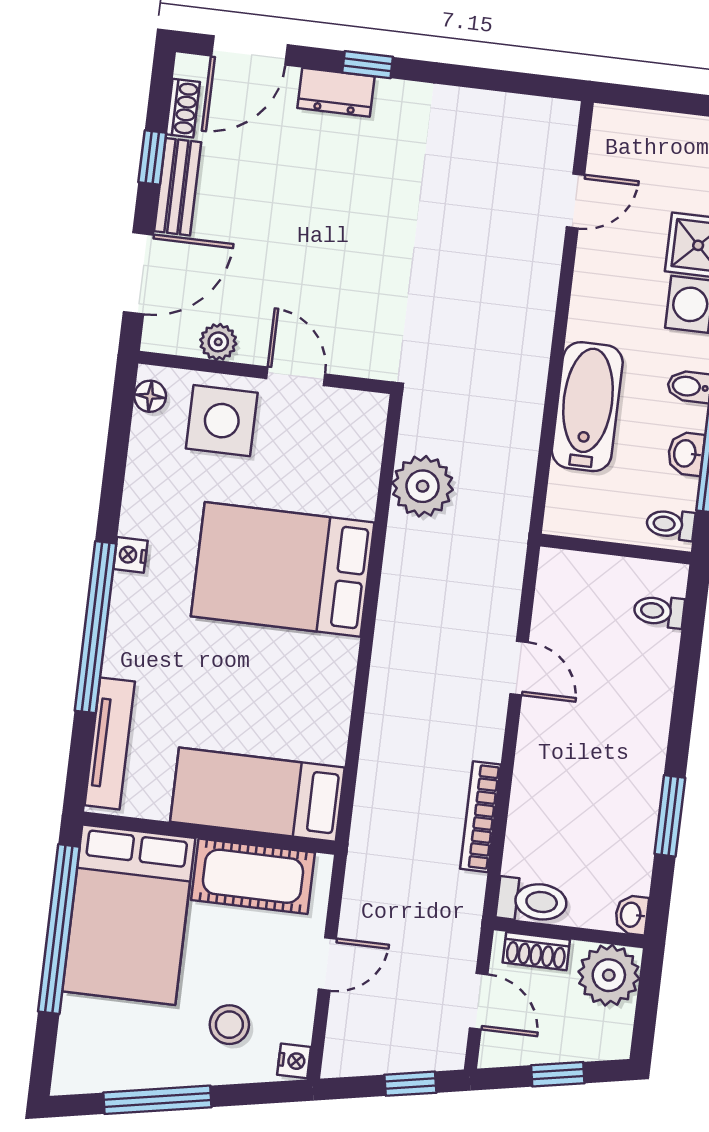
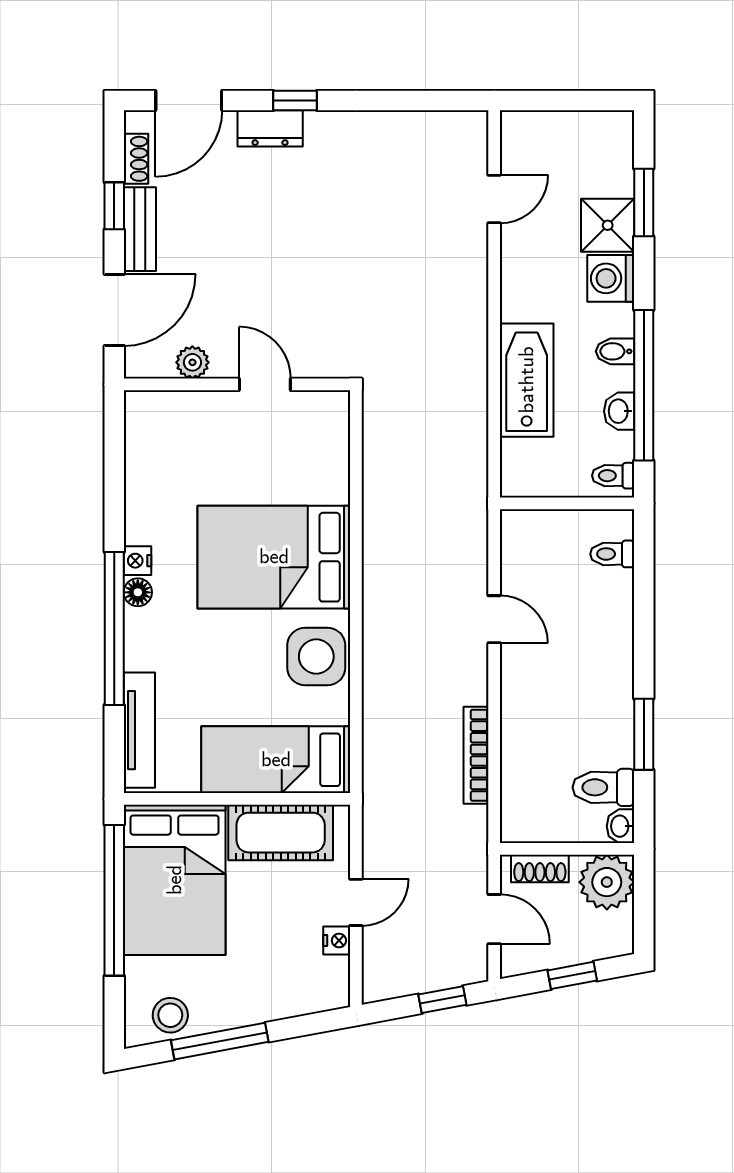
floor lamp: (150, 396) -> (138, 592), moved
side table: (222, 421) -> (316, 657), moved
plant: (423, 486) -> (389, 468), removed
toilet: (532, 901) -> (603, 787), moved, turned 180
stool: (229, 1025) -> (170, 1015), moved
nightstand: (294, 1061) -> (337, 940), moved

